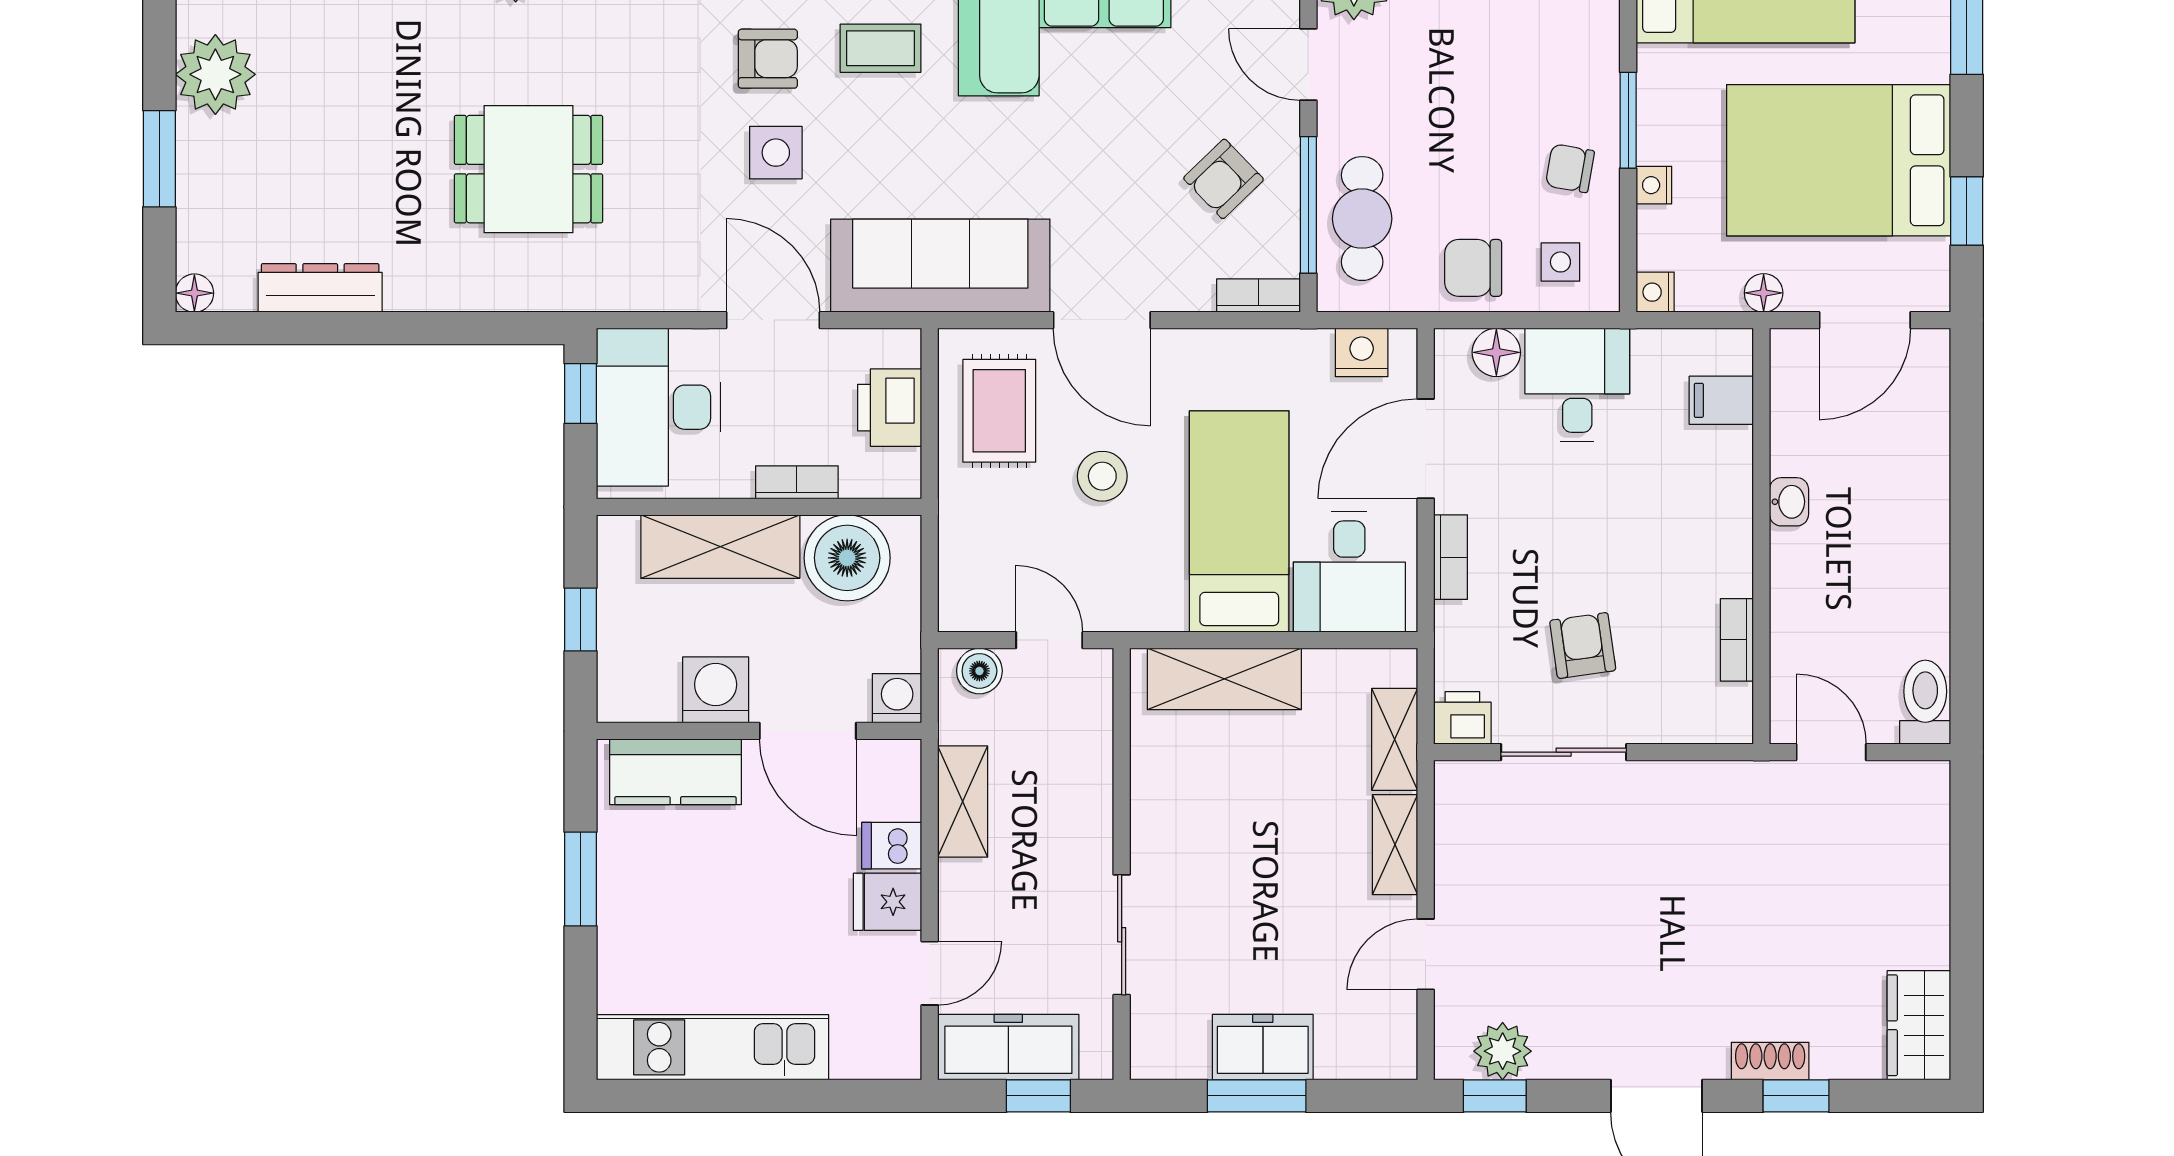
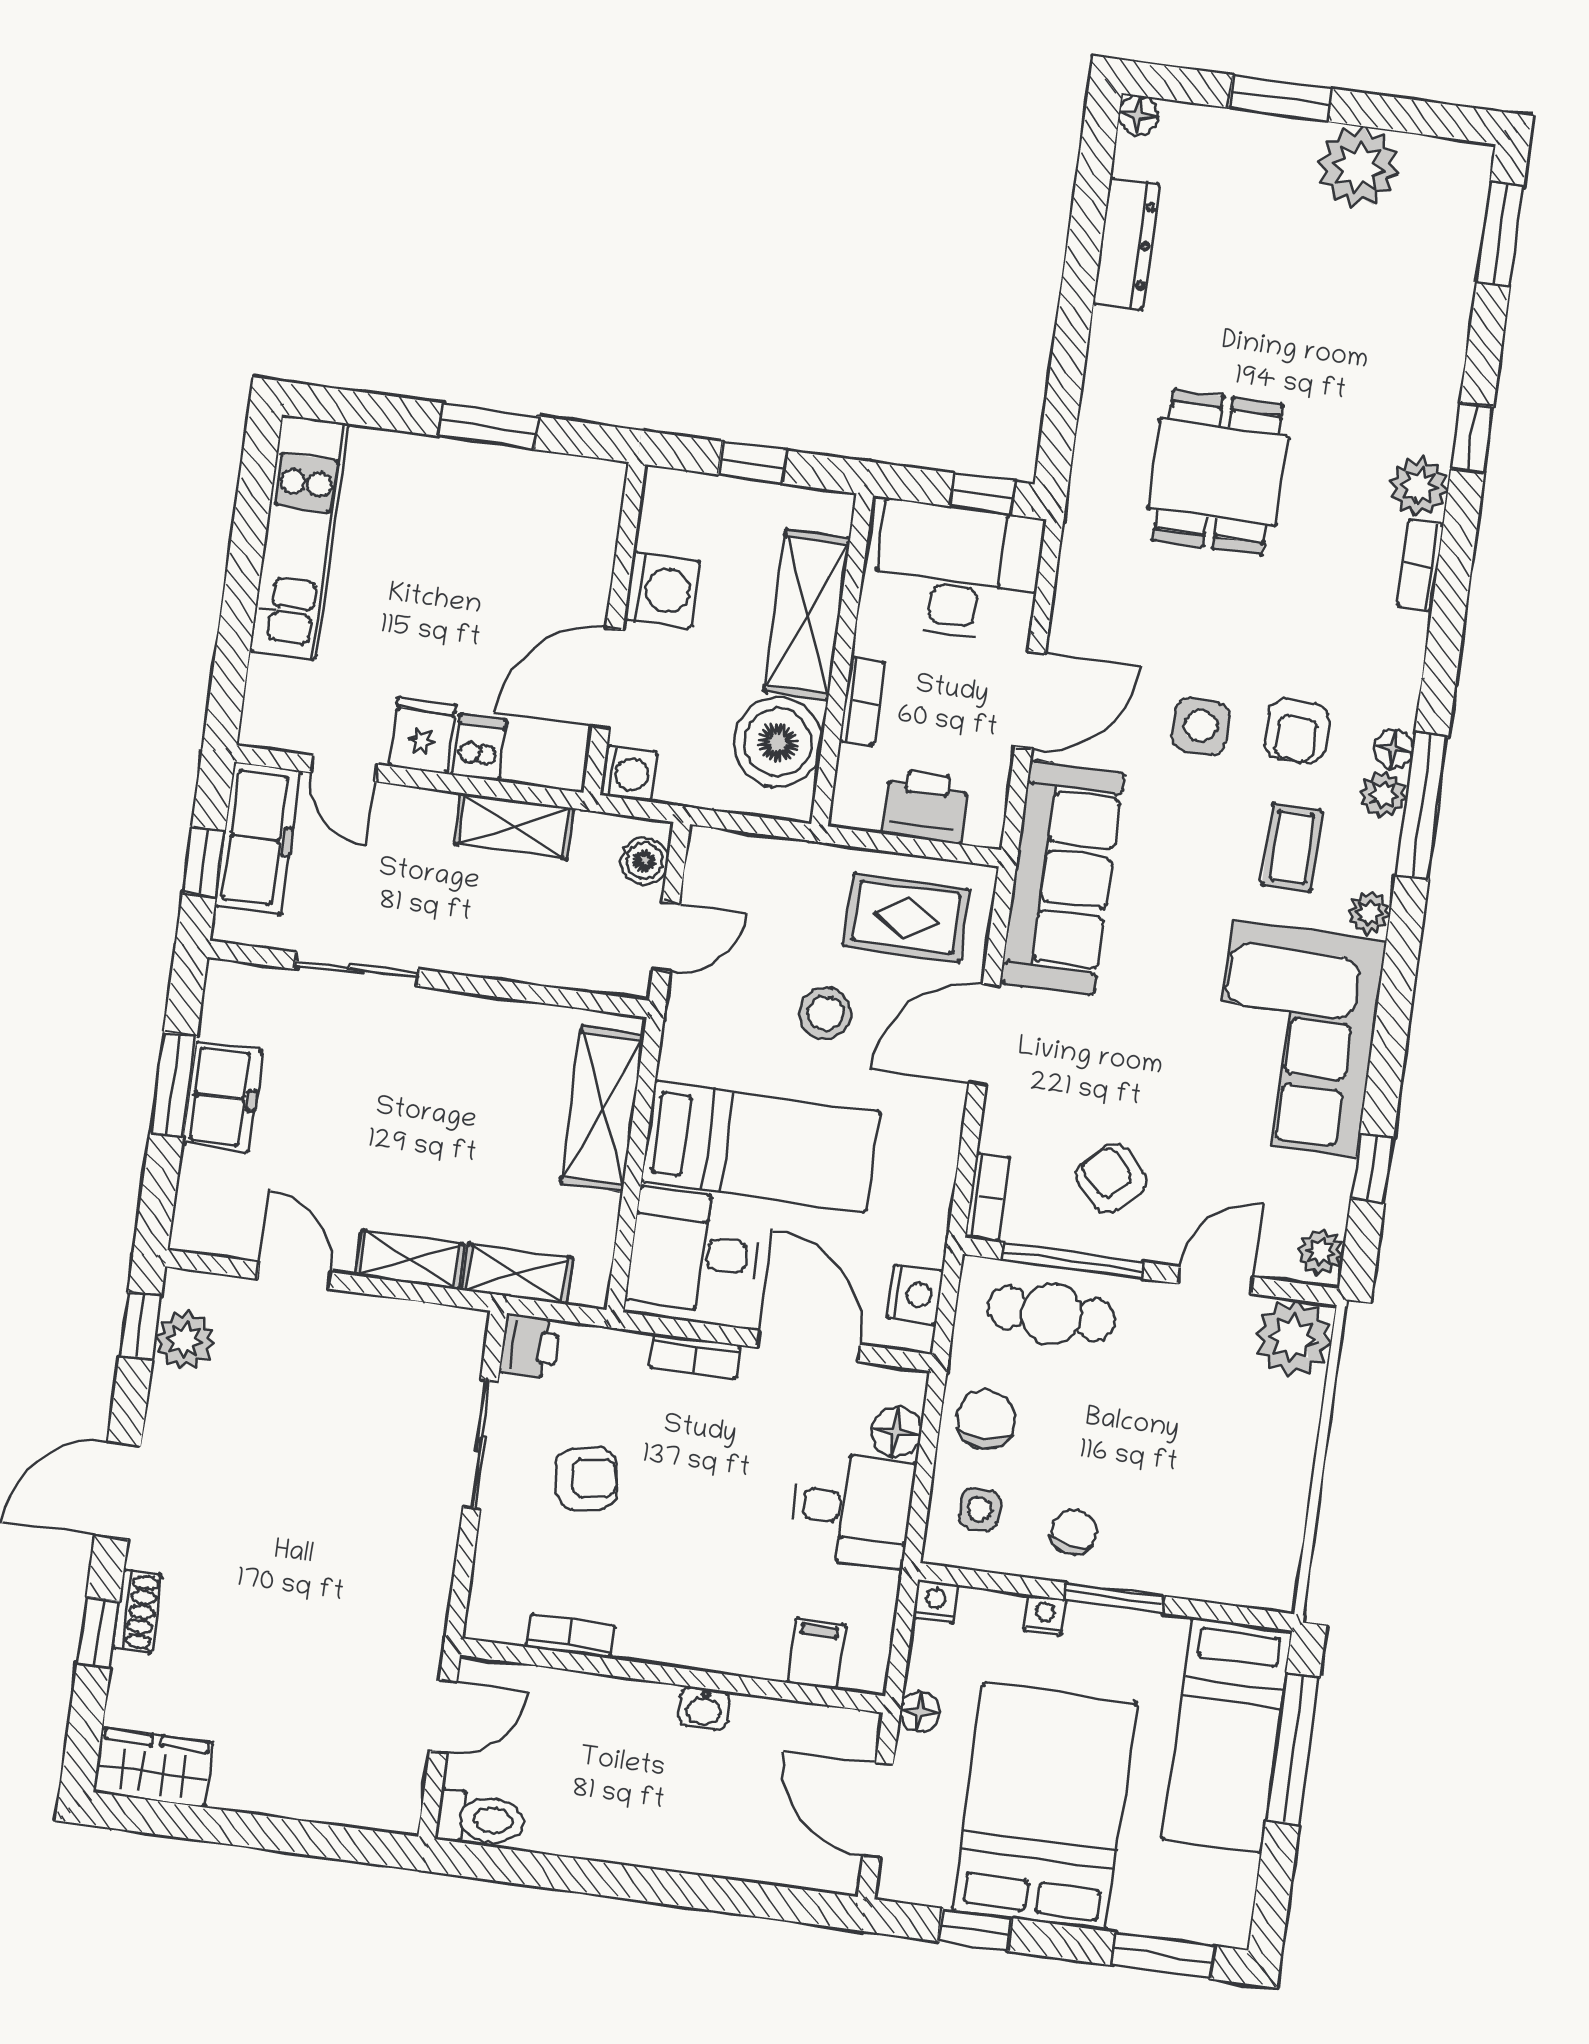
kitchen counter: (675, 772) -> (584, 538), removed

